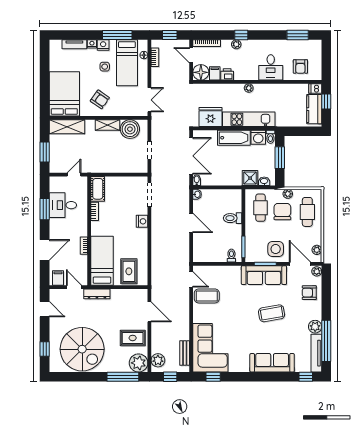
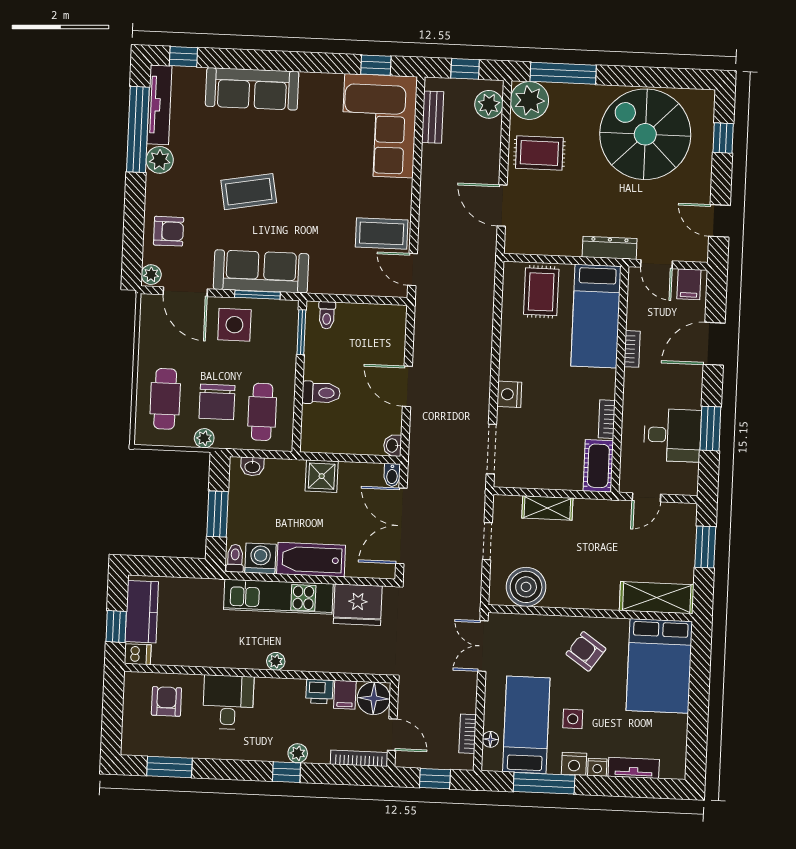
shelving: (107, 125) -> (547, 508), moved
shower: (250, 178) -> (322, 476), moved
plant: (317, 250) -> (149, 319), removed

